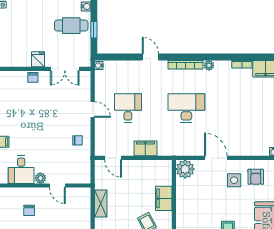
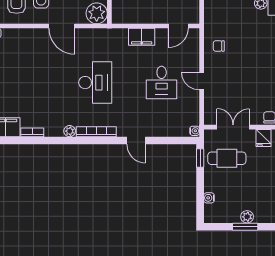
cafe table: (71, 26) -> (227, 158), moved
window: (94, 30) -> (200, 158), moved
desk: (186, 108) -> (95, 83), turned -90
door: (113, 158) -> (178, 26), swing flipped

